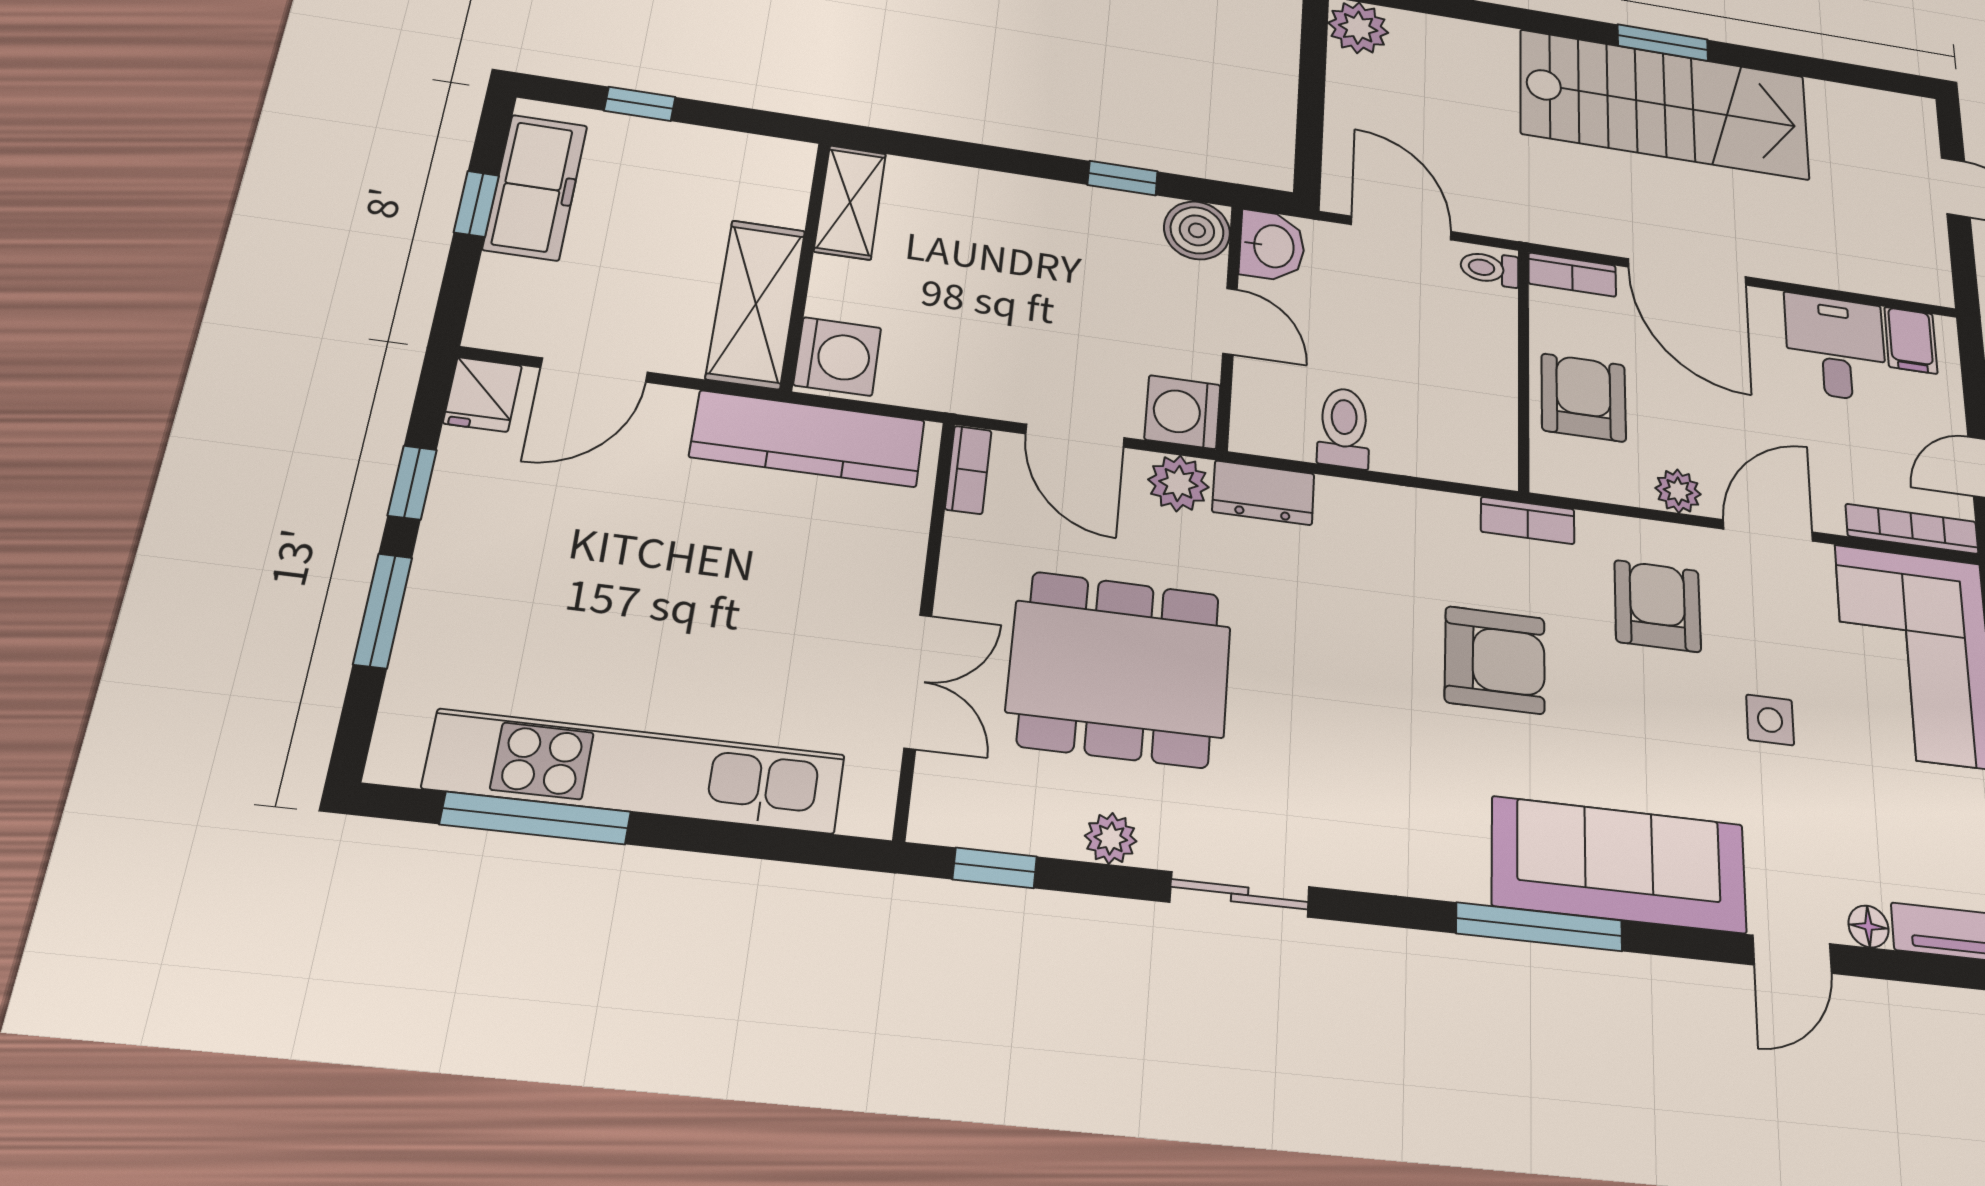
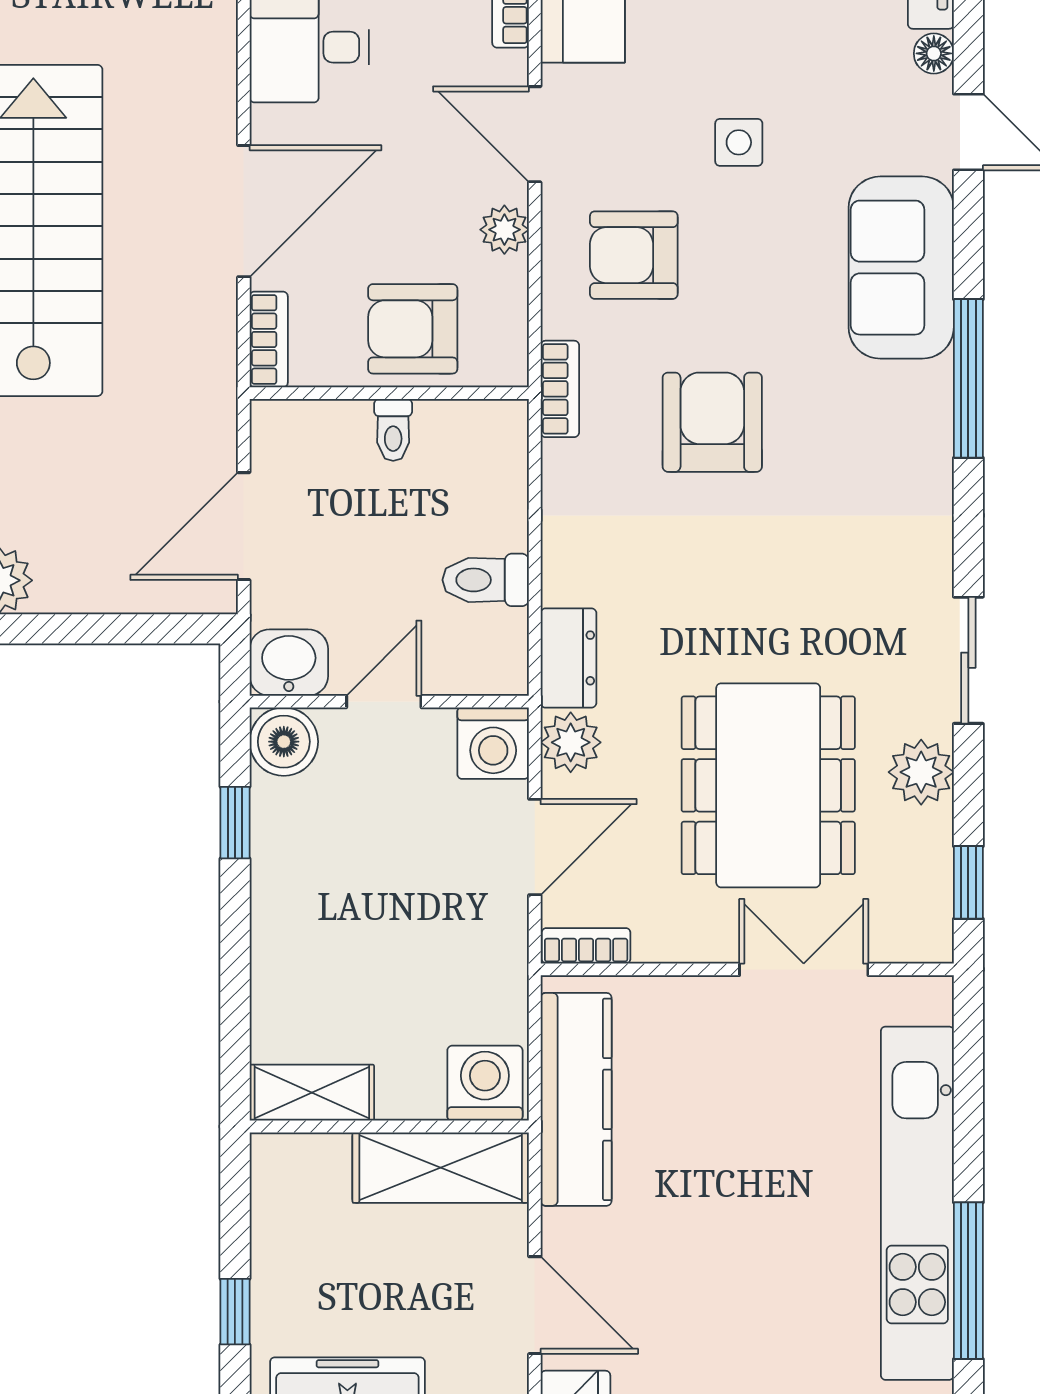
toilet: (1490, 268) -> (393, 430), moved
plant: (1111, 838) -> (921, 772), width x1.38, depth x1.38
sofa: (1619, 865) -> (901, 268), width x0.73

